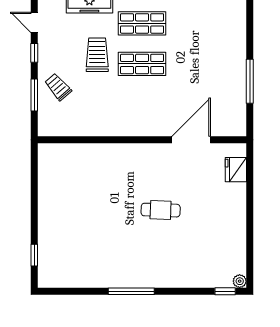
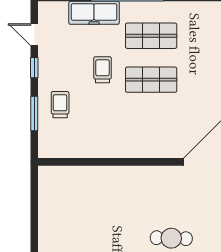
trolley: (97, 55) -> (103, 70), width x0.73, depth x0.72
trolley: (58, 87) -> (60, 105), turned 41

